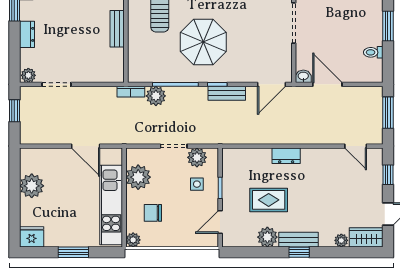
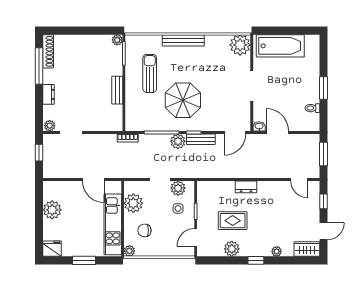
plant: (156, 96) -> (178, 141), moved
bench: (299, 240) -> (255, 251), removed
plant: (341, 240) -> (277, 251), moved

